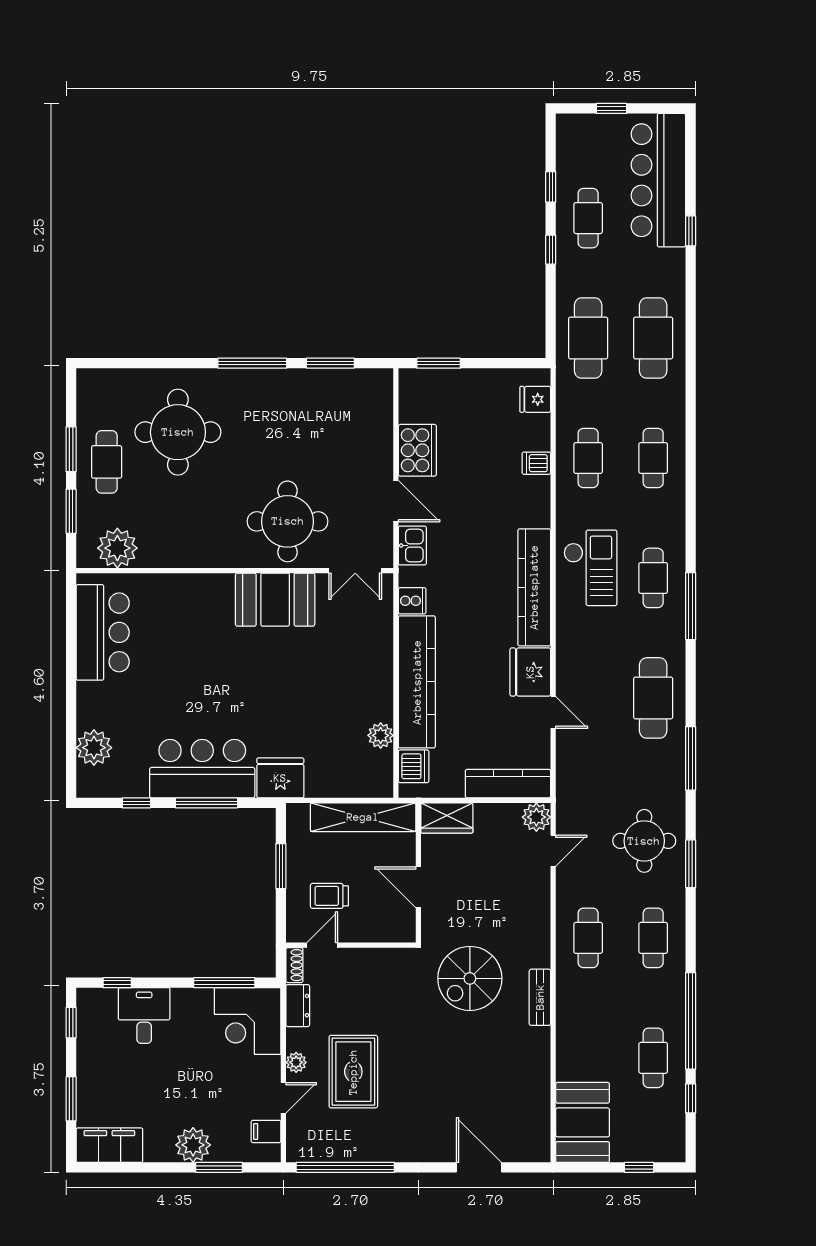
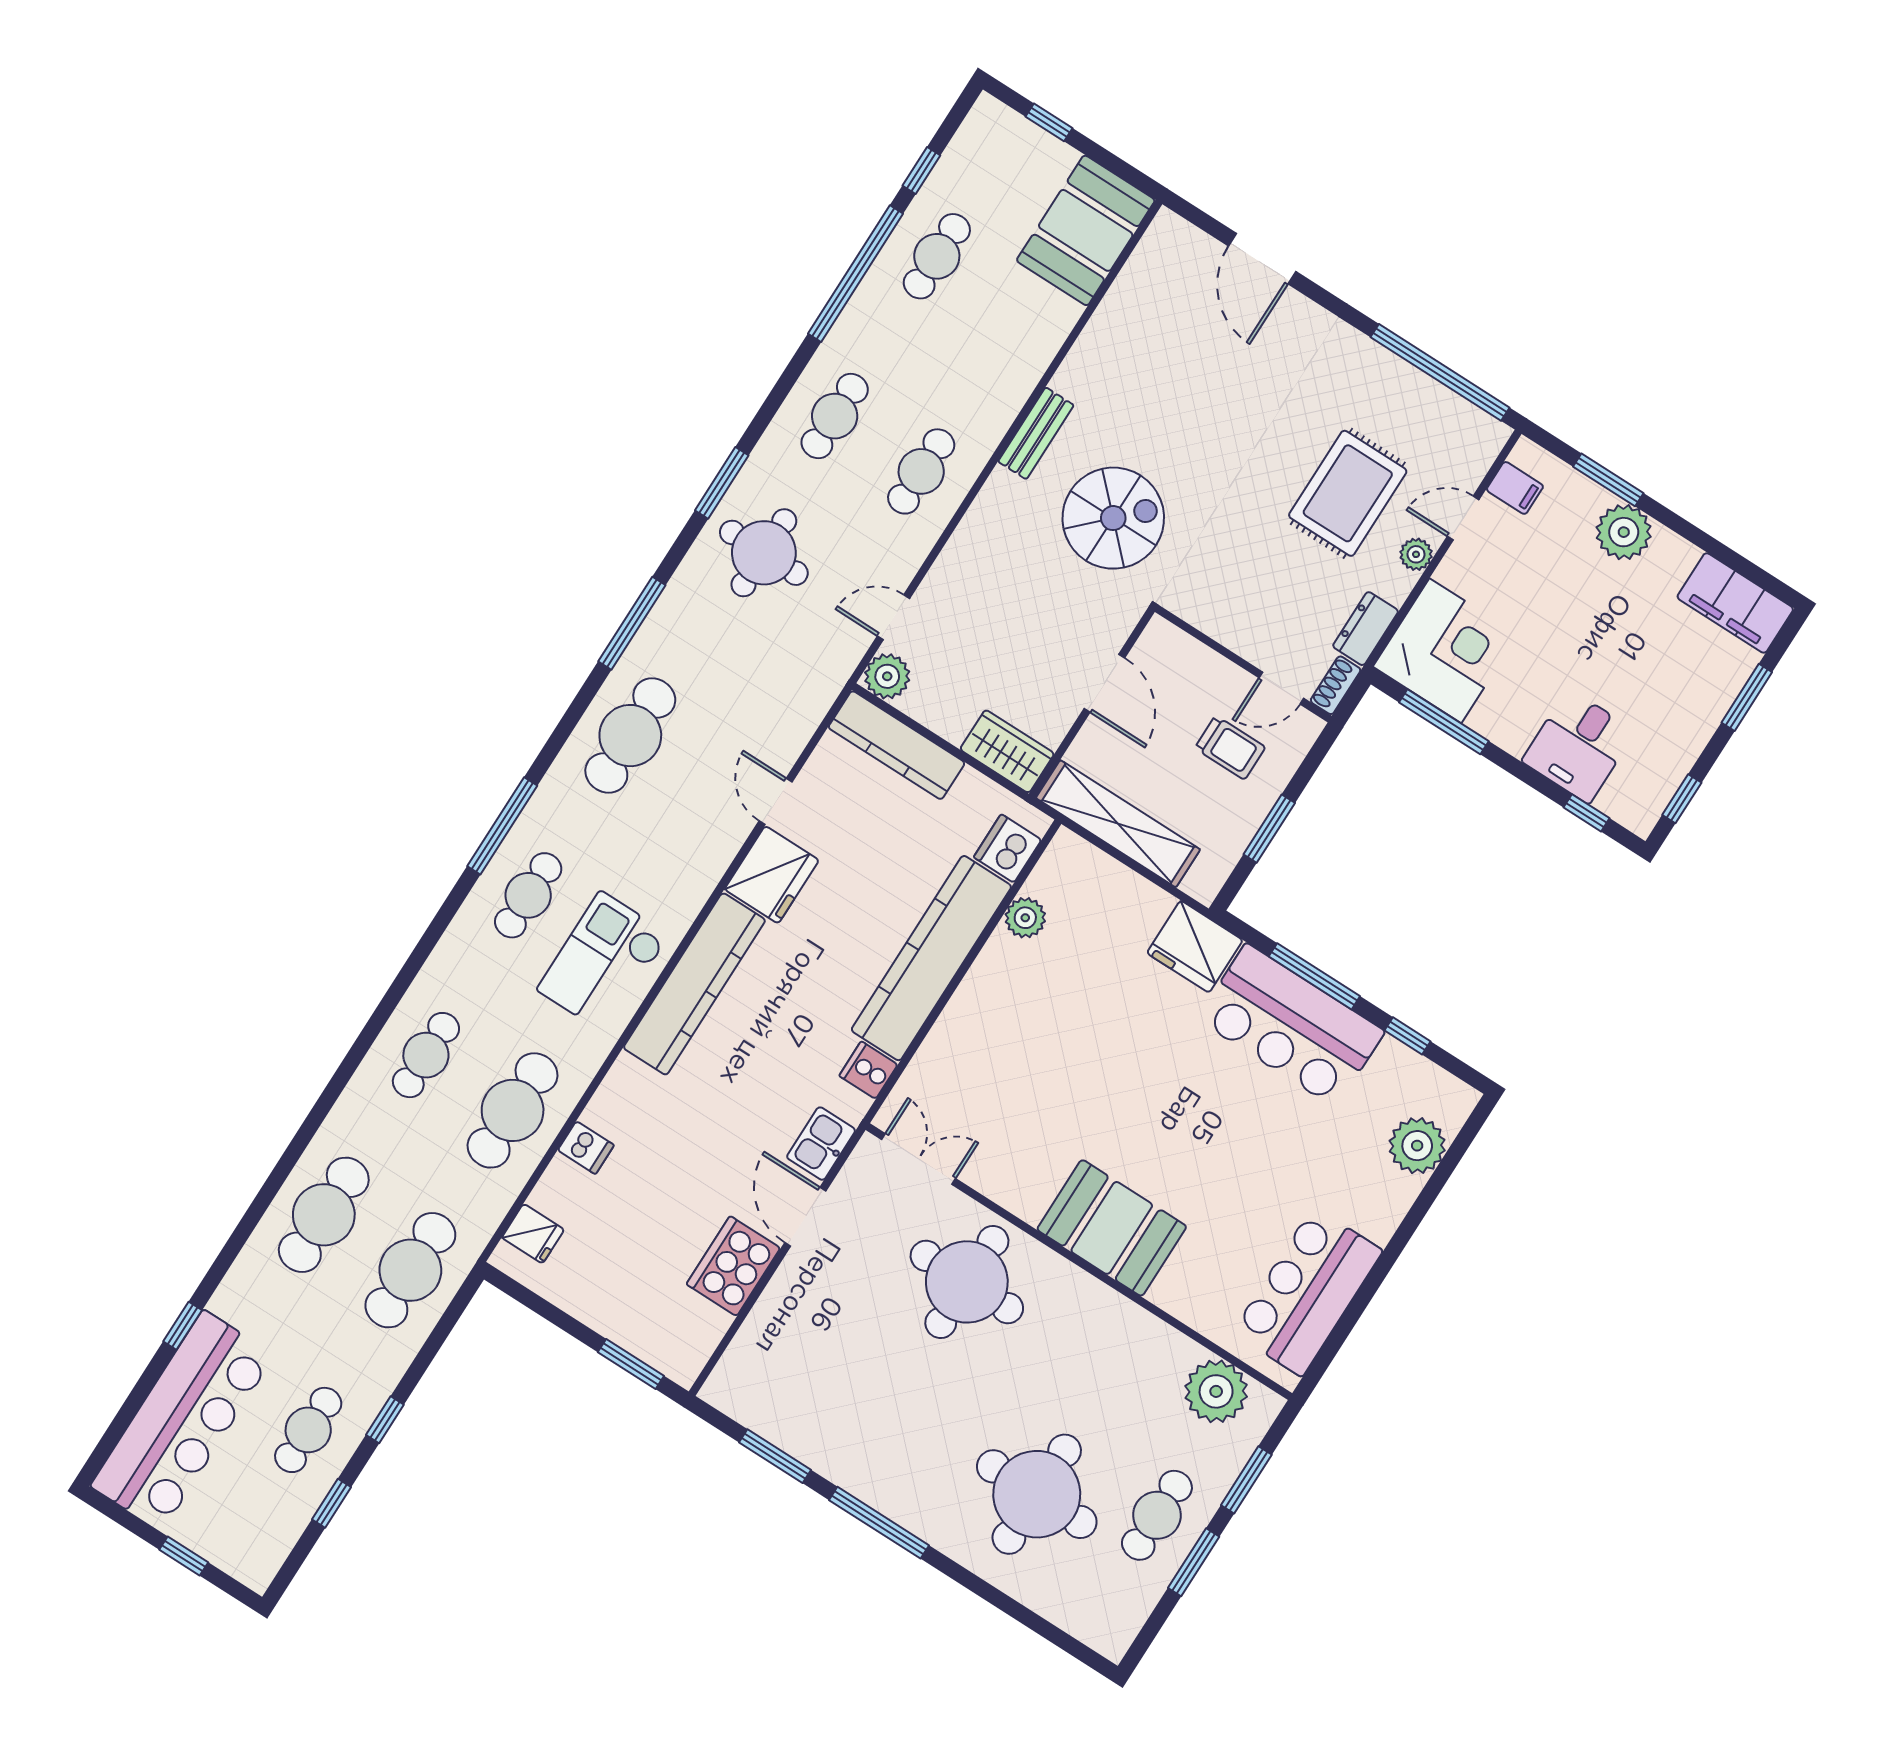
cafe table: (588, 458) -> (513, 1110), width x1.37, depth x1.35
booth: (275, 600) -> (1112, 1228), moved

